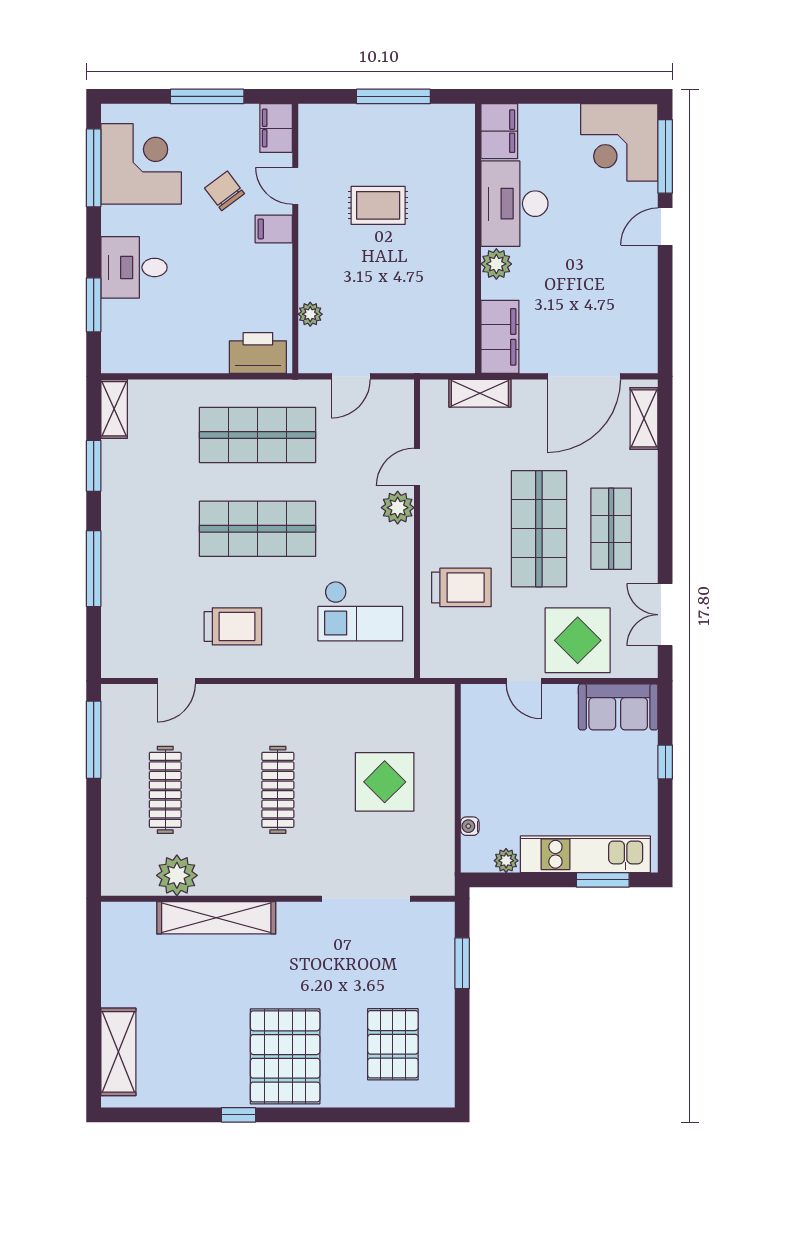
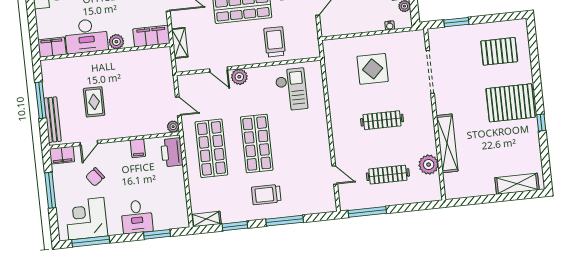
bench: (351, 117) -> (53, 120), added
filing cabinet: (274, 229) -> (138, 148), moved
plant: (310, 314) -> (173, 127), moved
trolley: (233, 626) -> (266, 195), moved, turned -90

